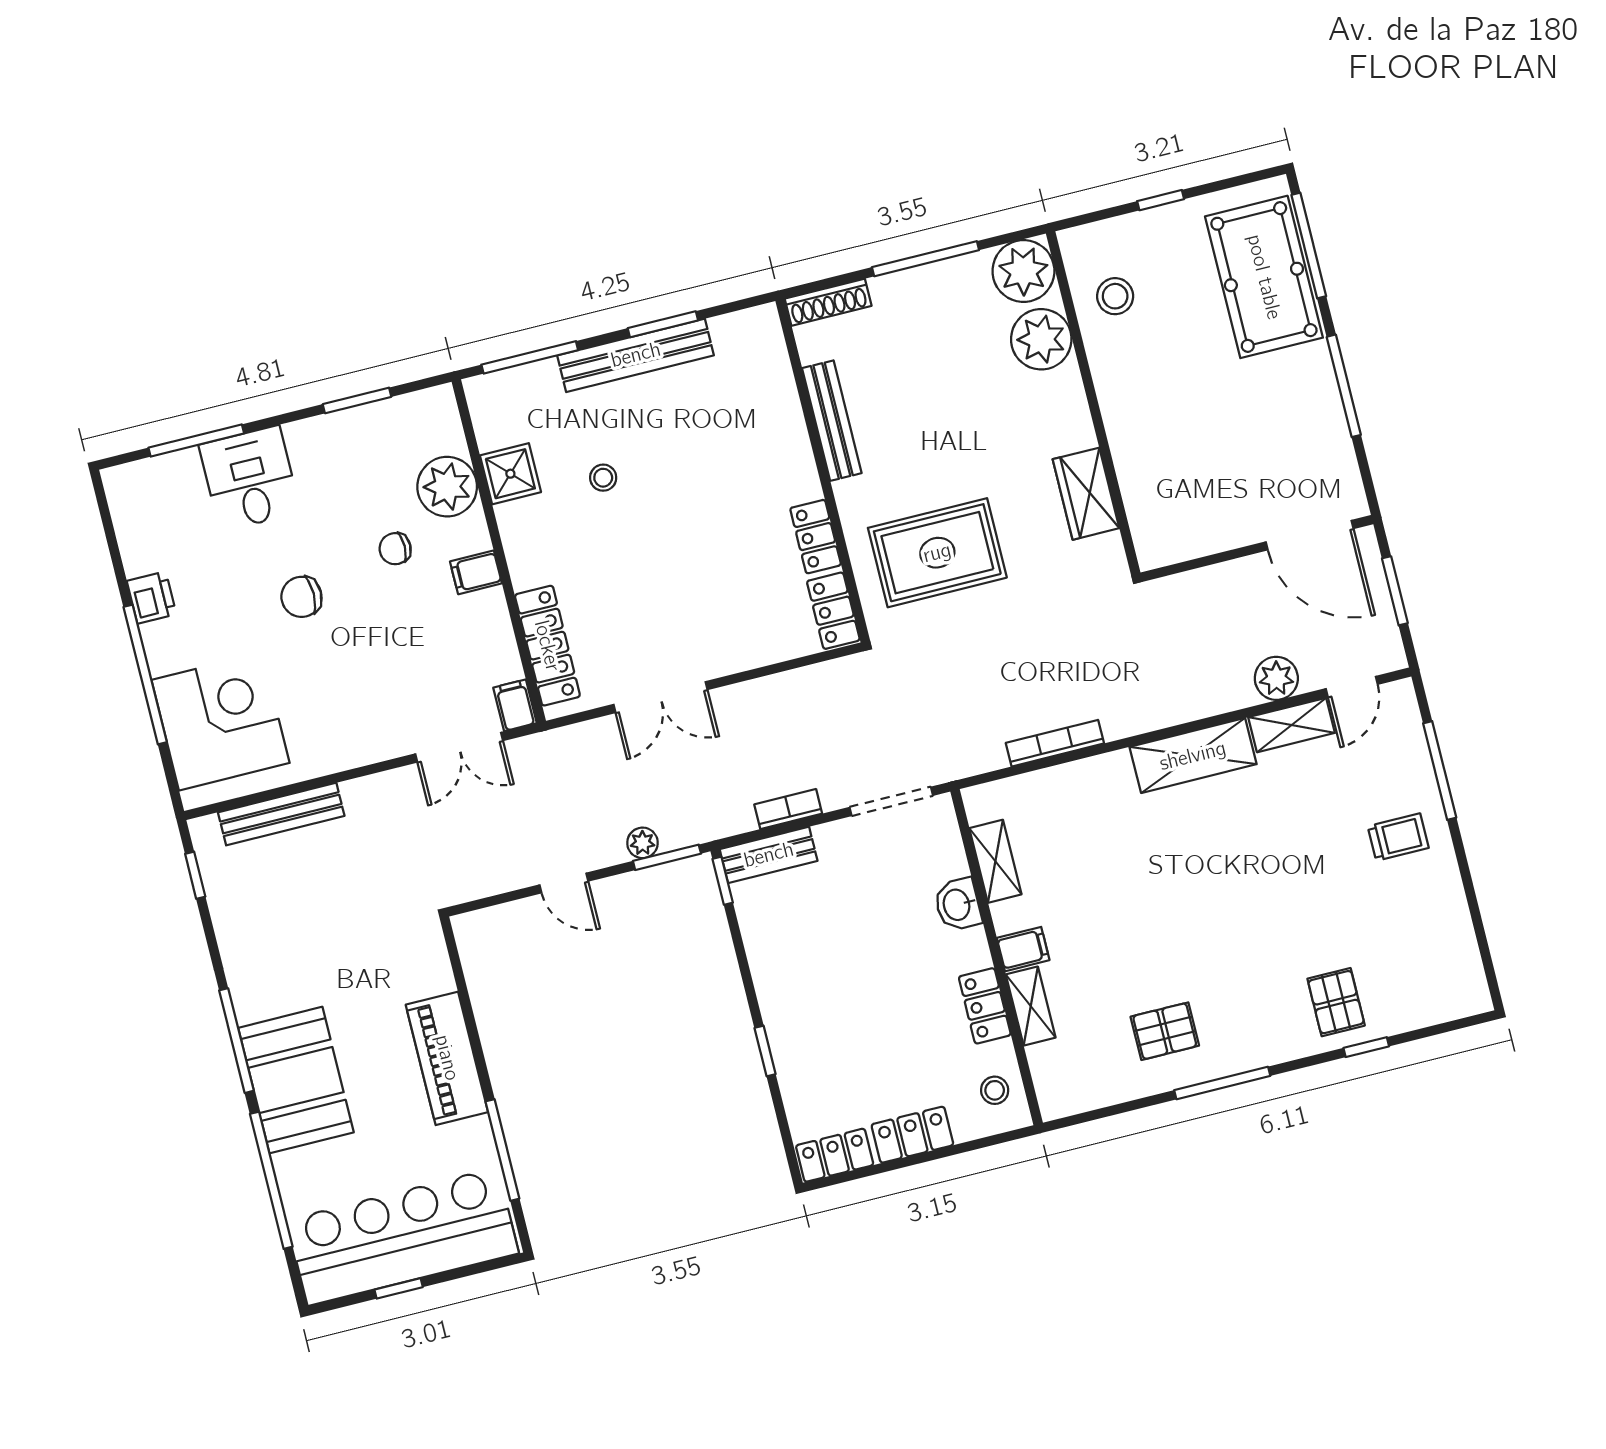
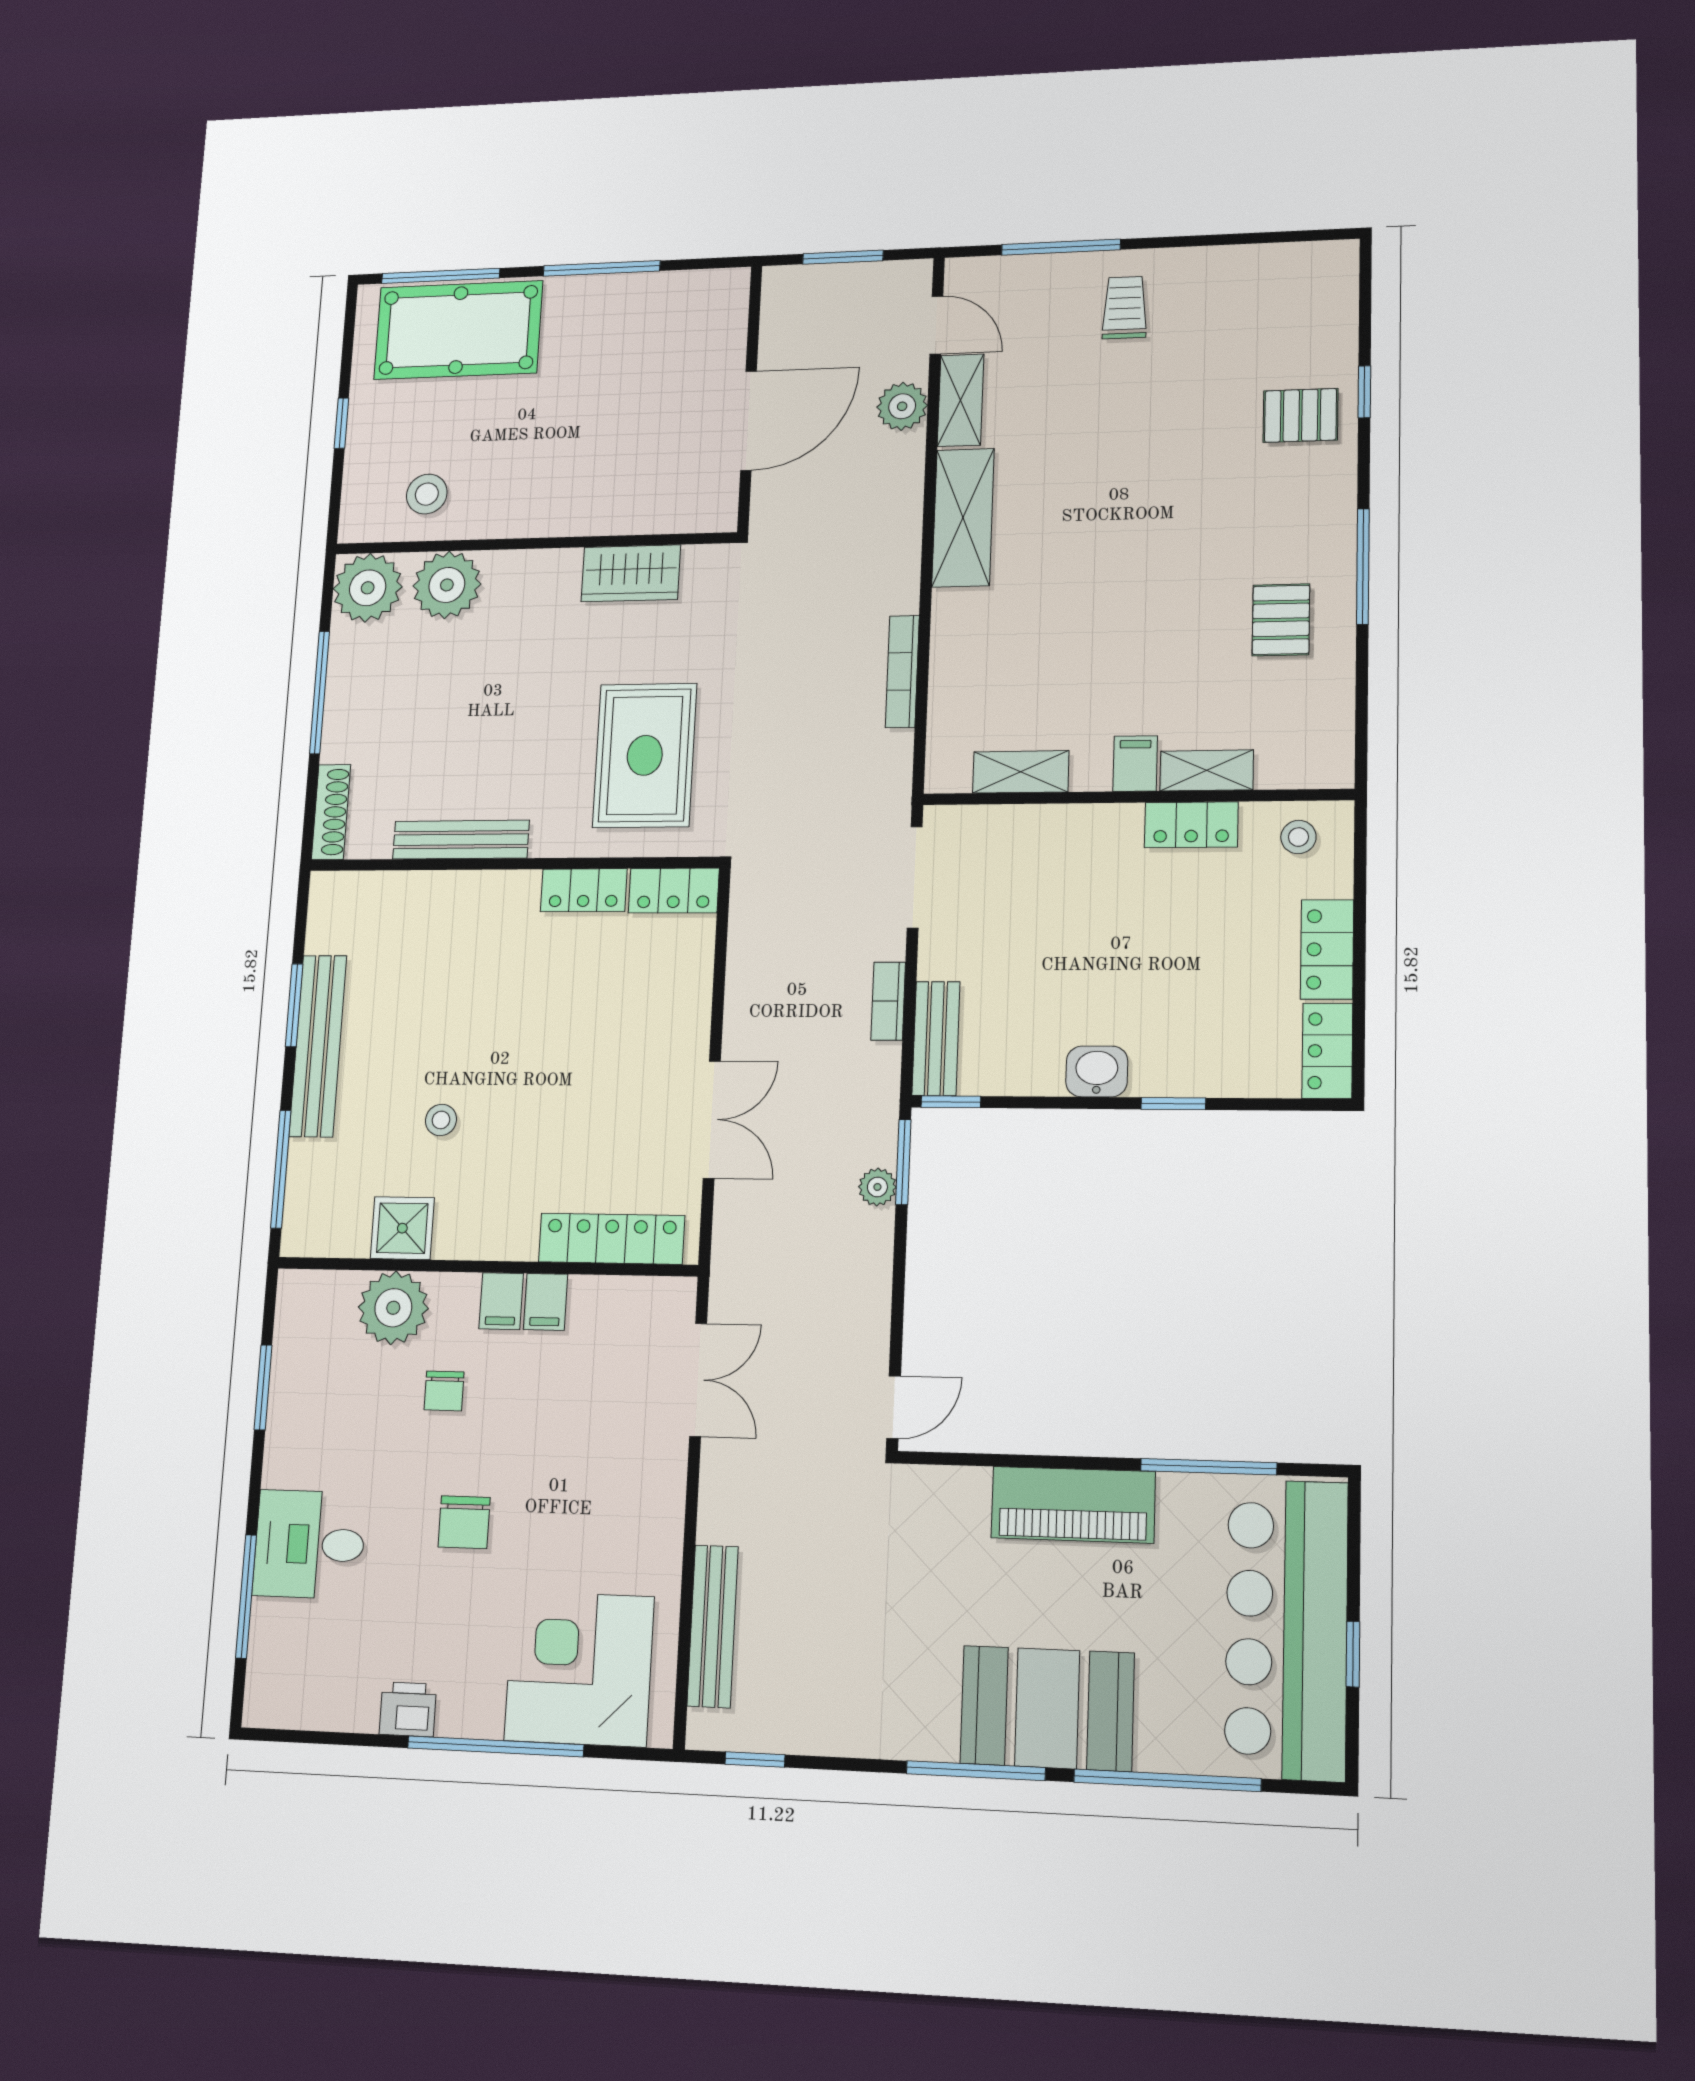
door: (1310, 535) -> (748, 421), moved
filing cabinet: (515, 705) -> (546, 1302), moved, turned -90
door: (564, 883) -> (894, 1407), moved
washbasin: (958, 905) -> (1097, 1071), moved, turned 180

